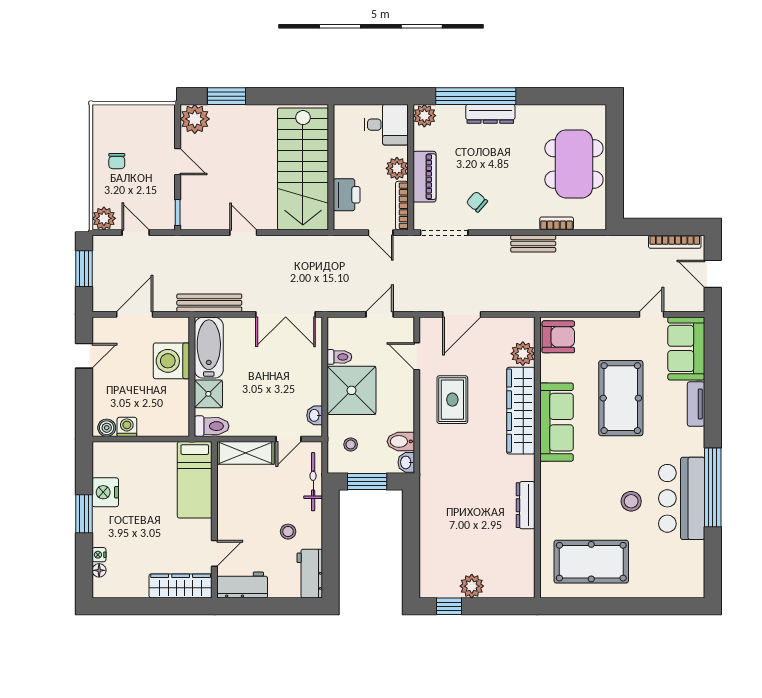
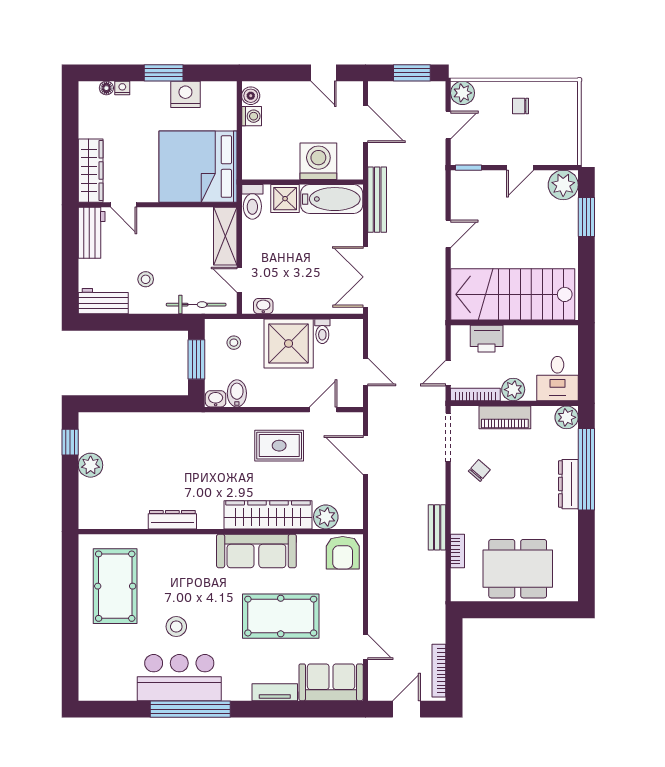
bed: (195, 480) -> (198, 167), width x2.04

